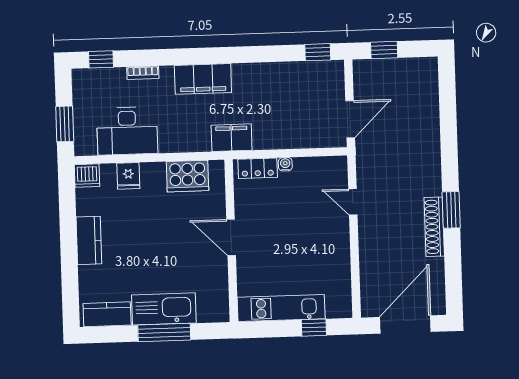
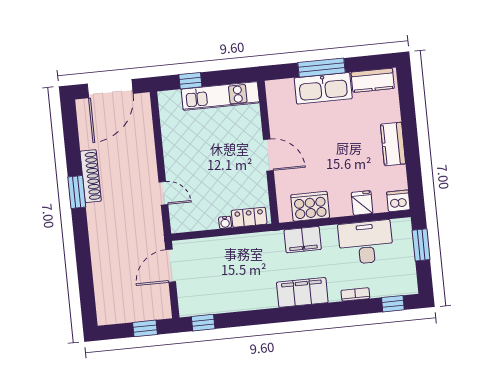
filing cabinet: (232, 138) -> (303, 240), moved

